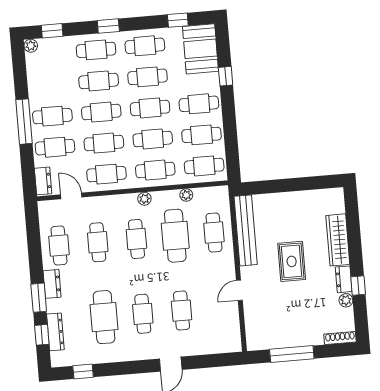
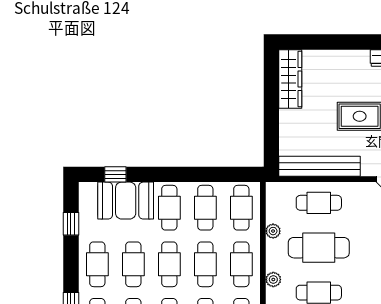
booth: (201, 49) -> (126, 201), moved
window: (226, 76) -> (115, 174), moved
wardrobe: (338, 240) -> (290, 79), moved, turned -90

